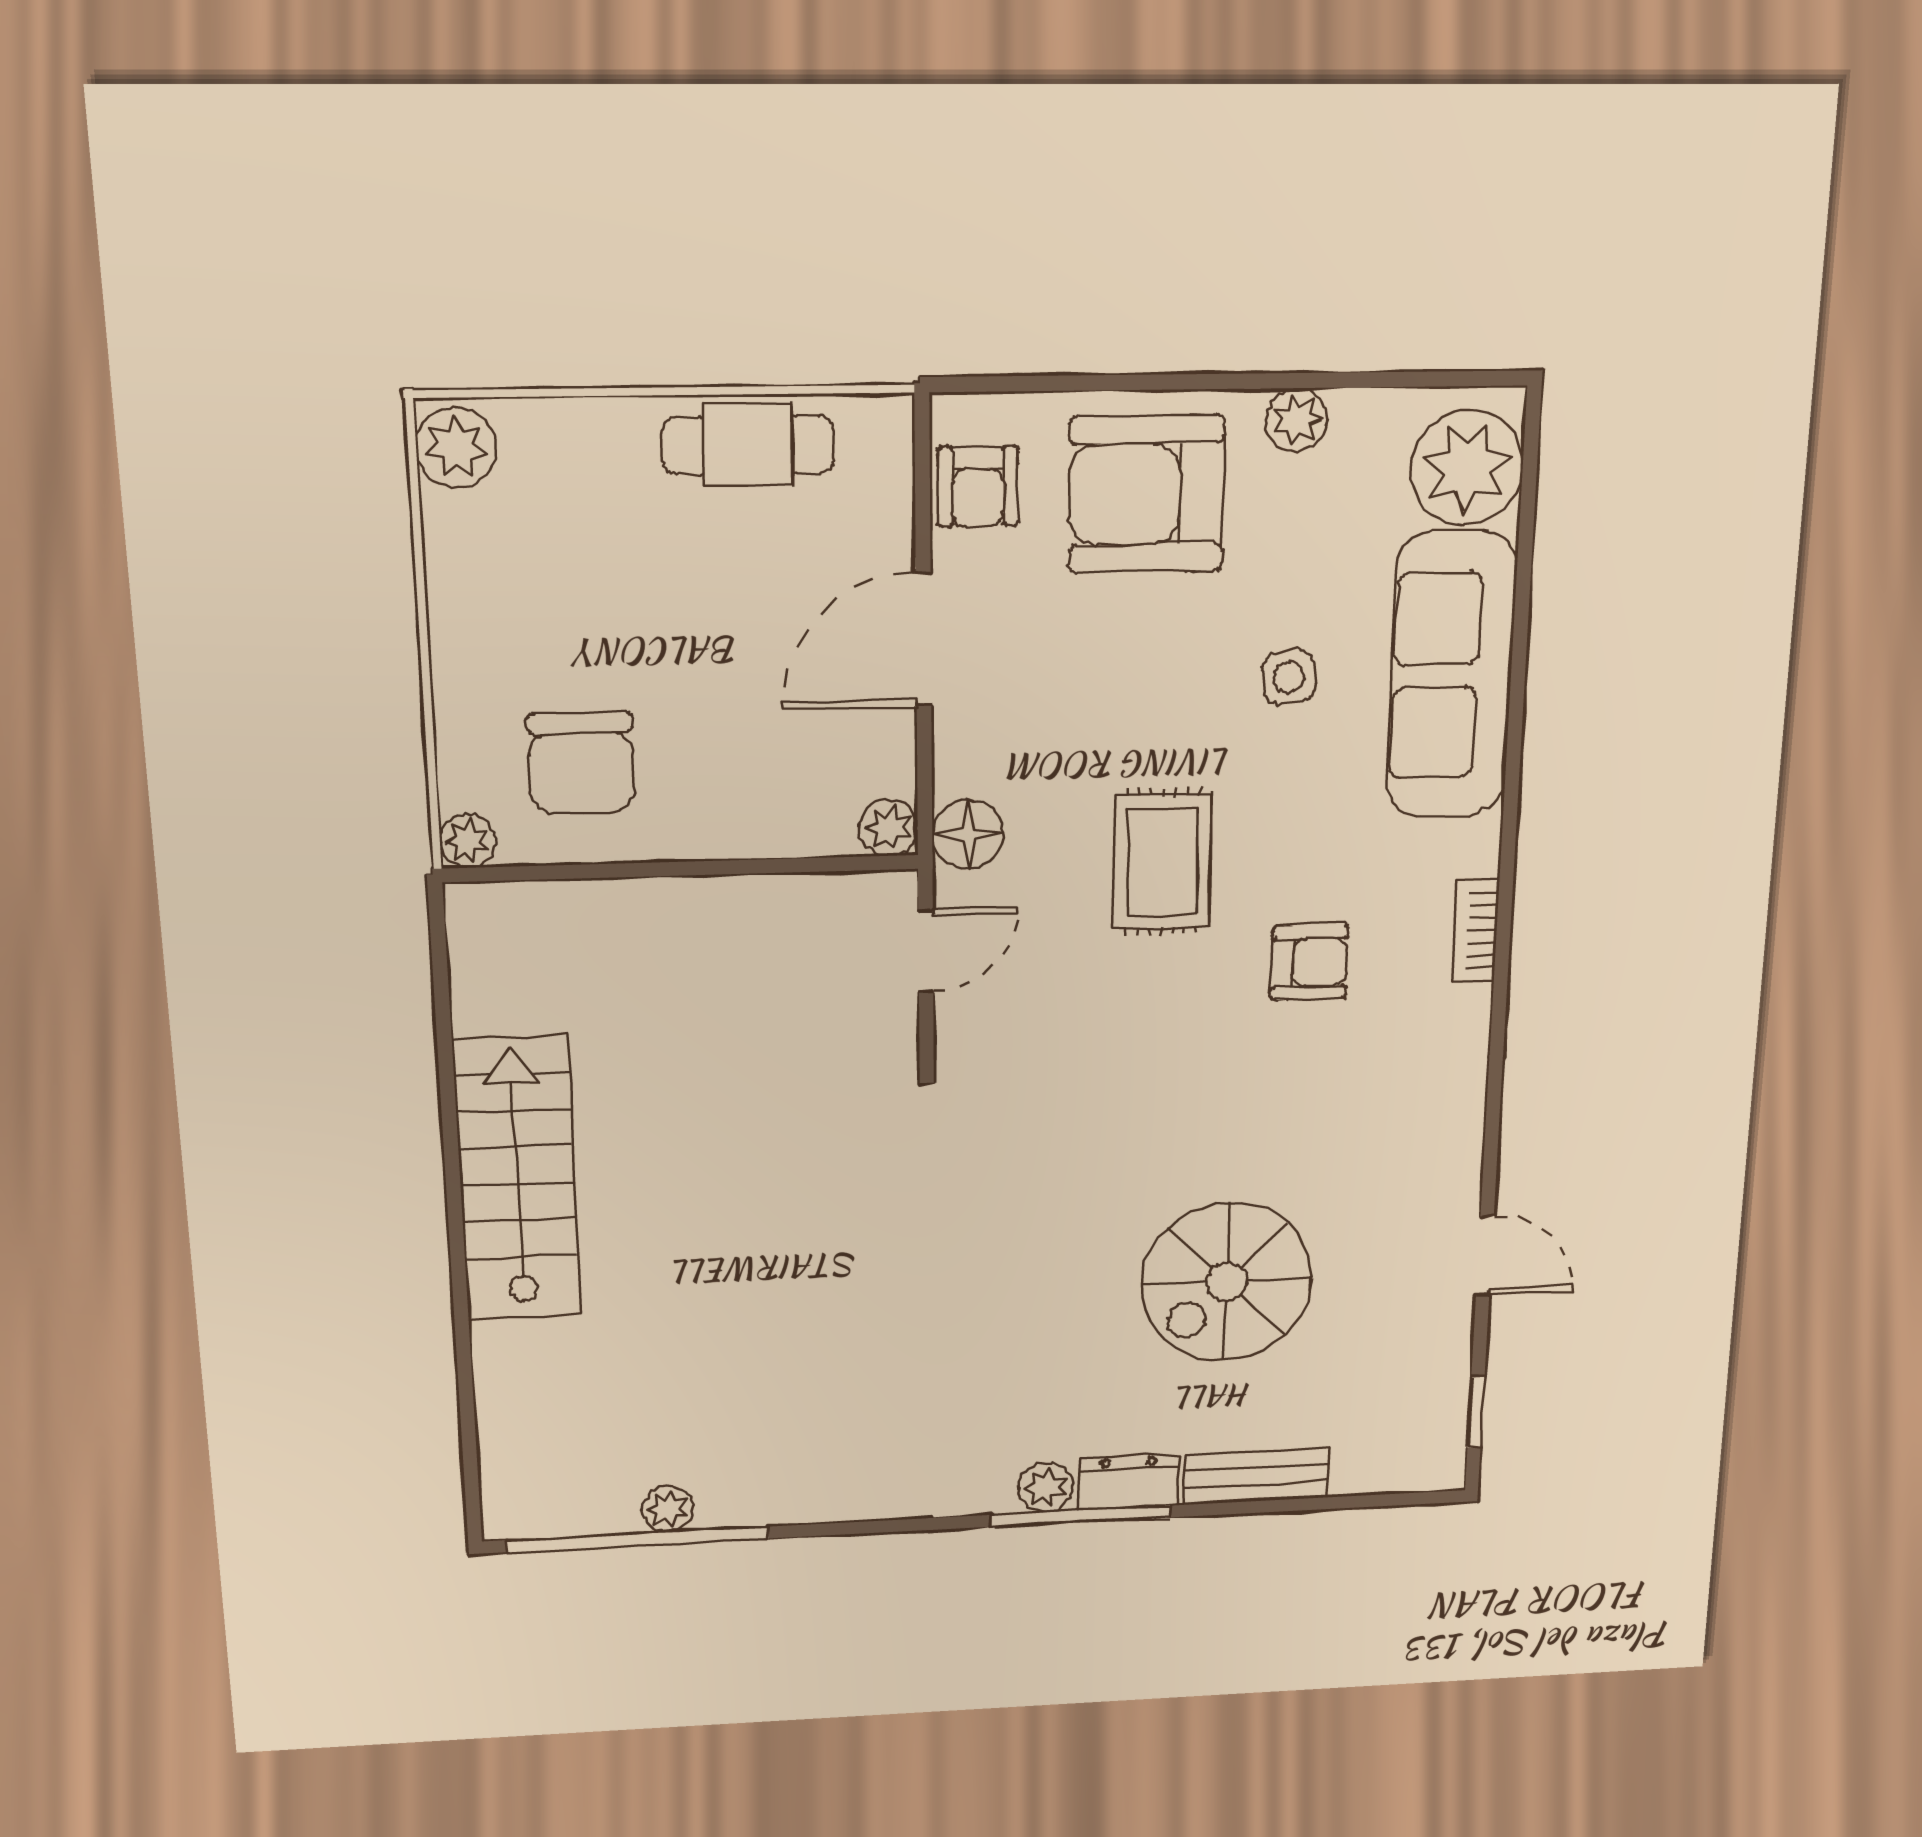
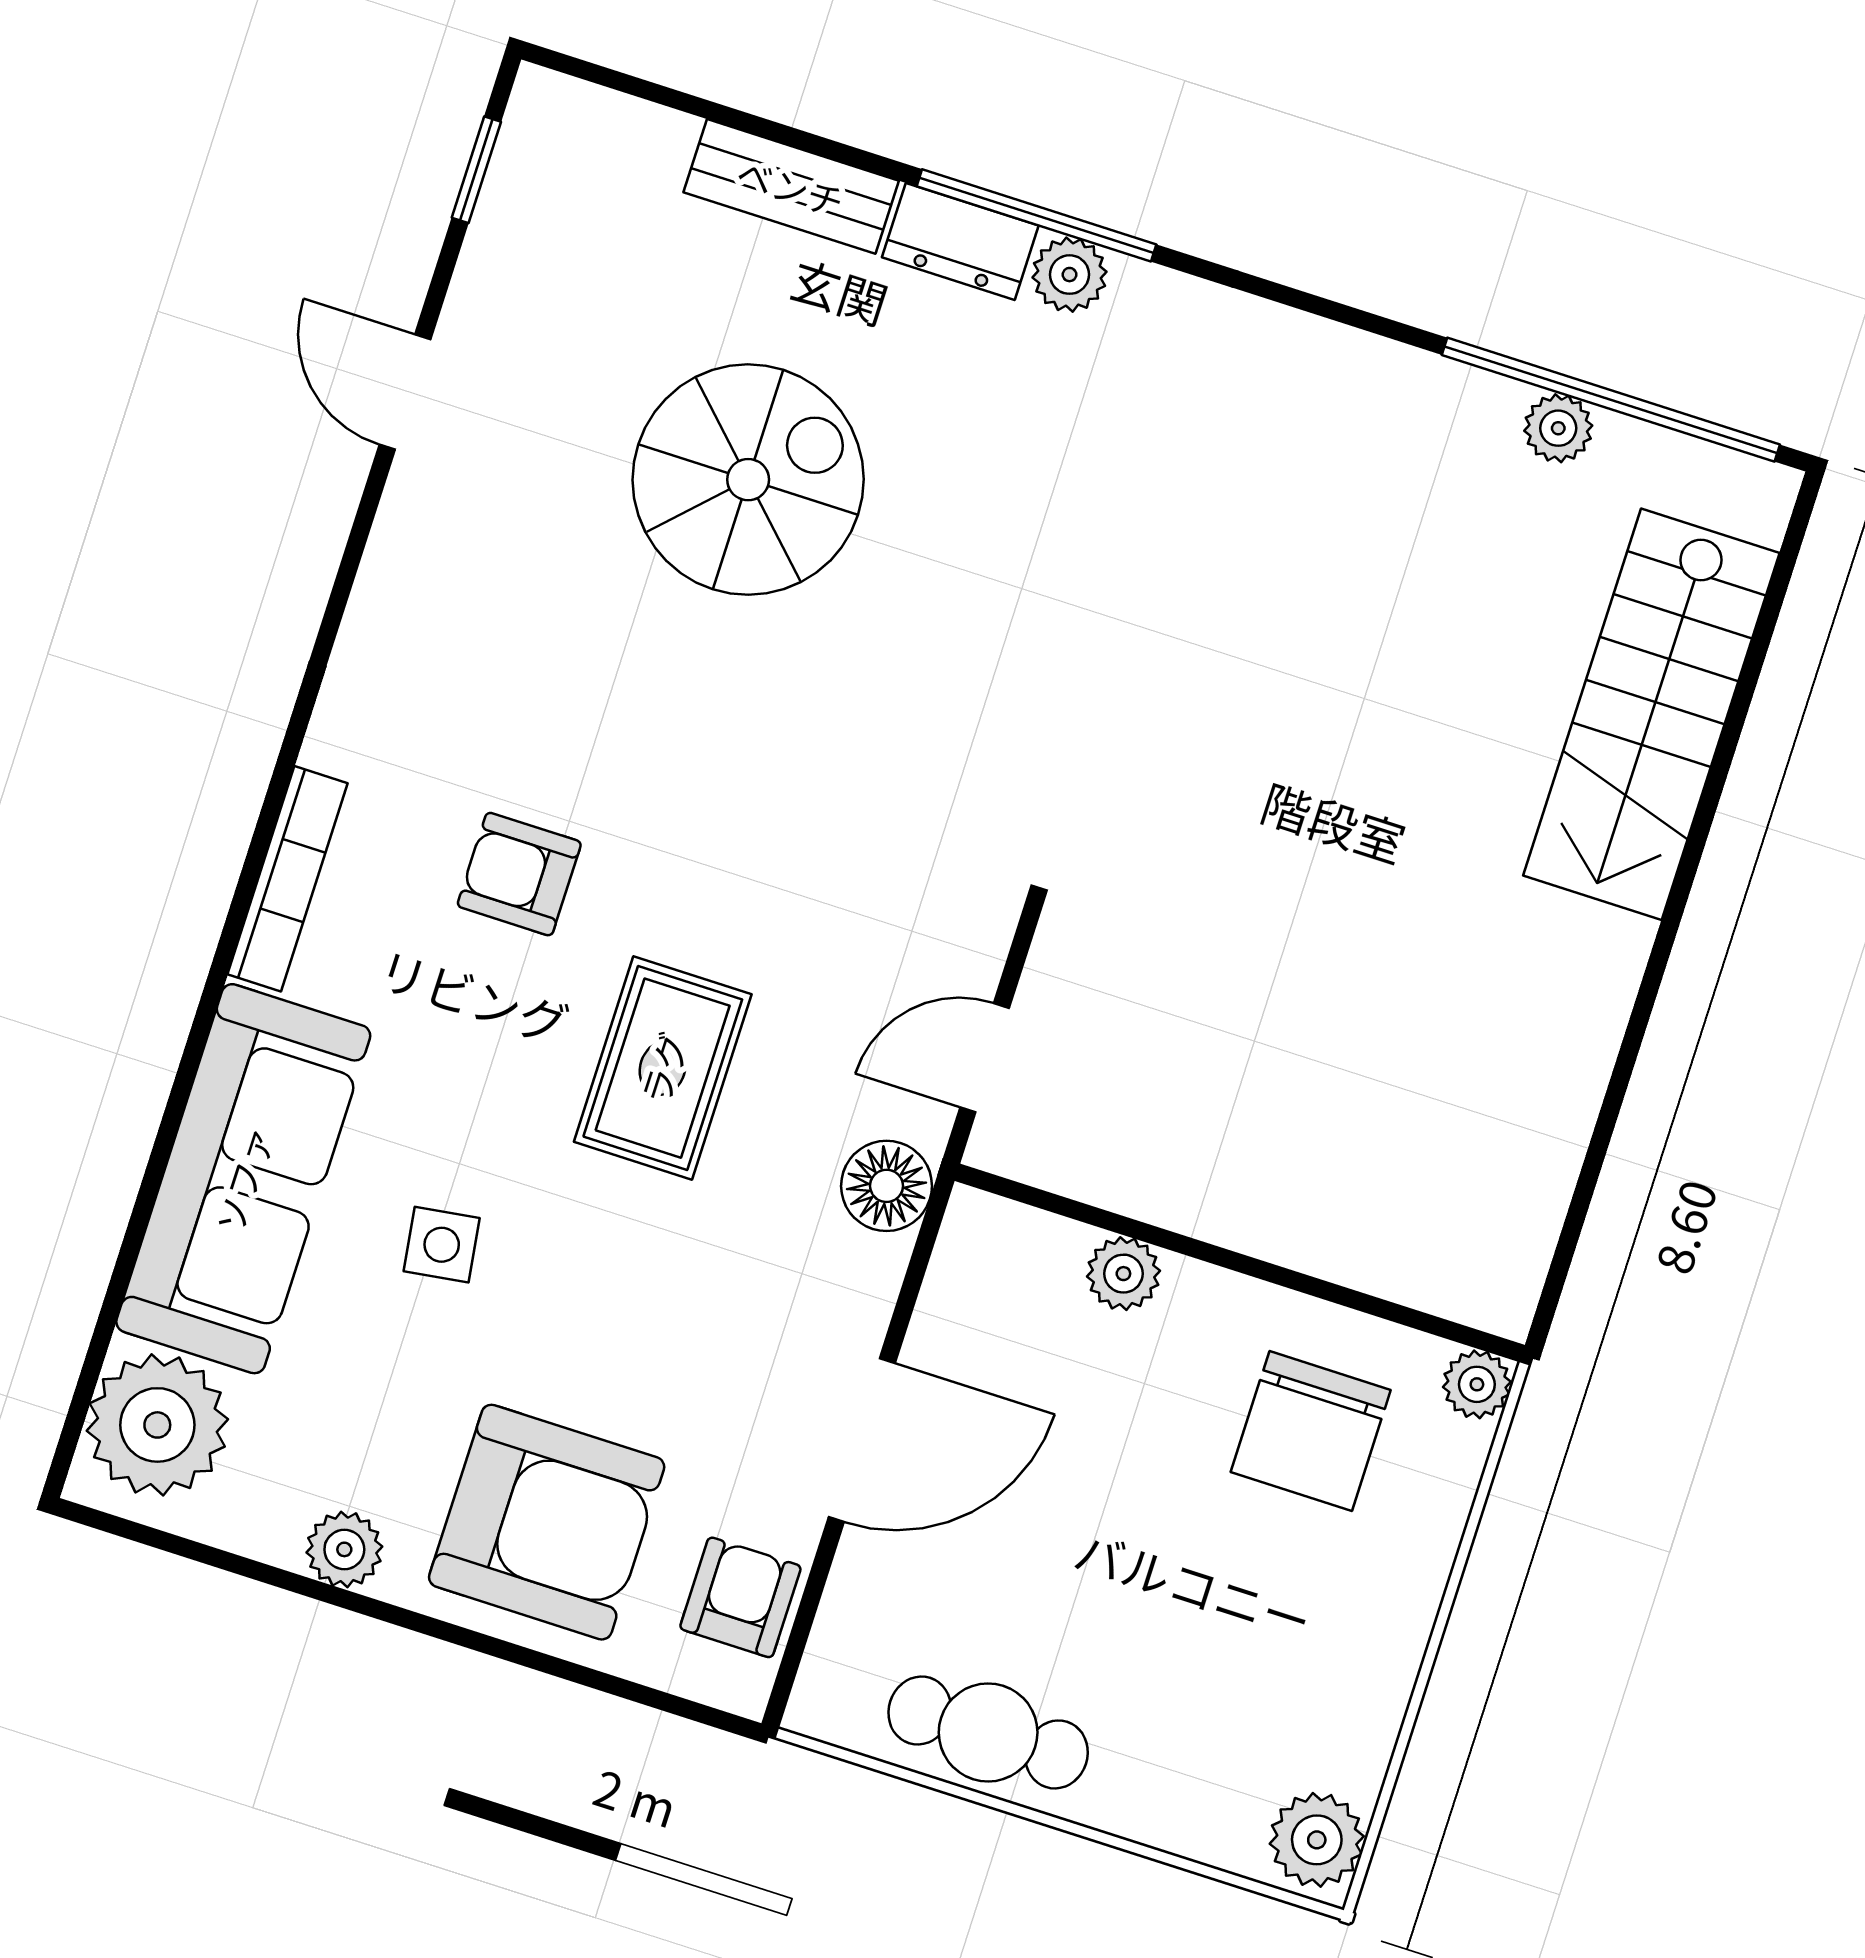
chair: (582, 763) -> (1311, 1431), turned 180
plant: (889, 828) -> (1123, 1274), moved
bookcase: (1476, 931) -> (288, 879), width x1.56
stairs: (517, 1178) -> (1651, 714), moved

